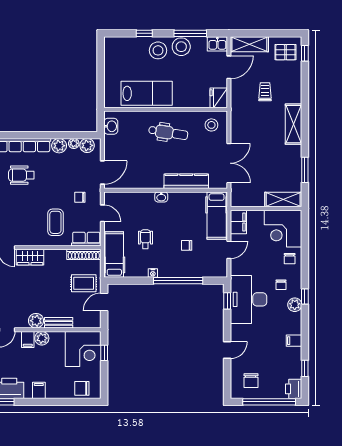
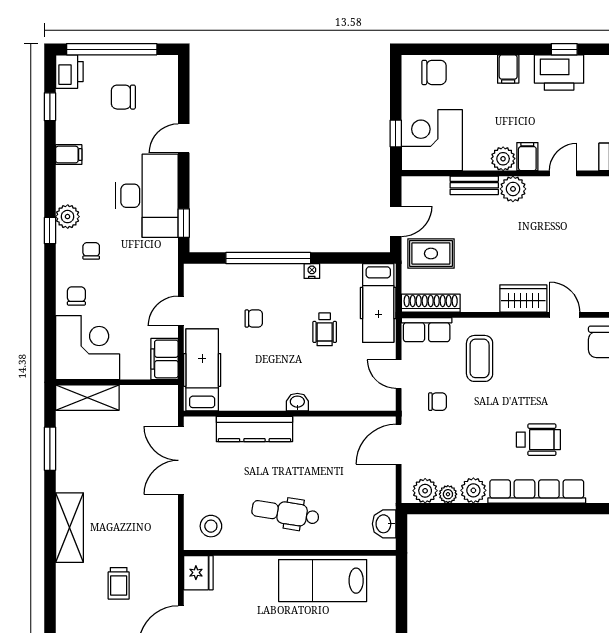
desk: (249, 299) -> (147, 196), moved
chair: (251, 381) -> (123, 97), moved, turned -90

